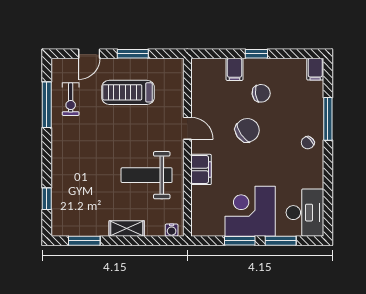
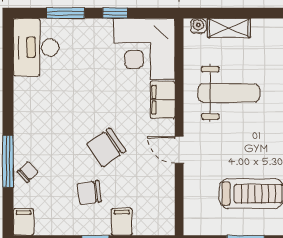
chair: (308, 143) -> (28, 172), moved
corner desk: (250, 211) -> (144, 49), moved, turned 90
shelving: (127, 228) -> (229, 28), moved
window: (240, 241) -> (115, 13), width x0.67

